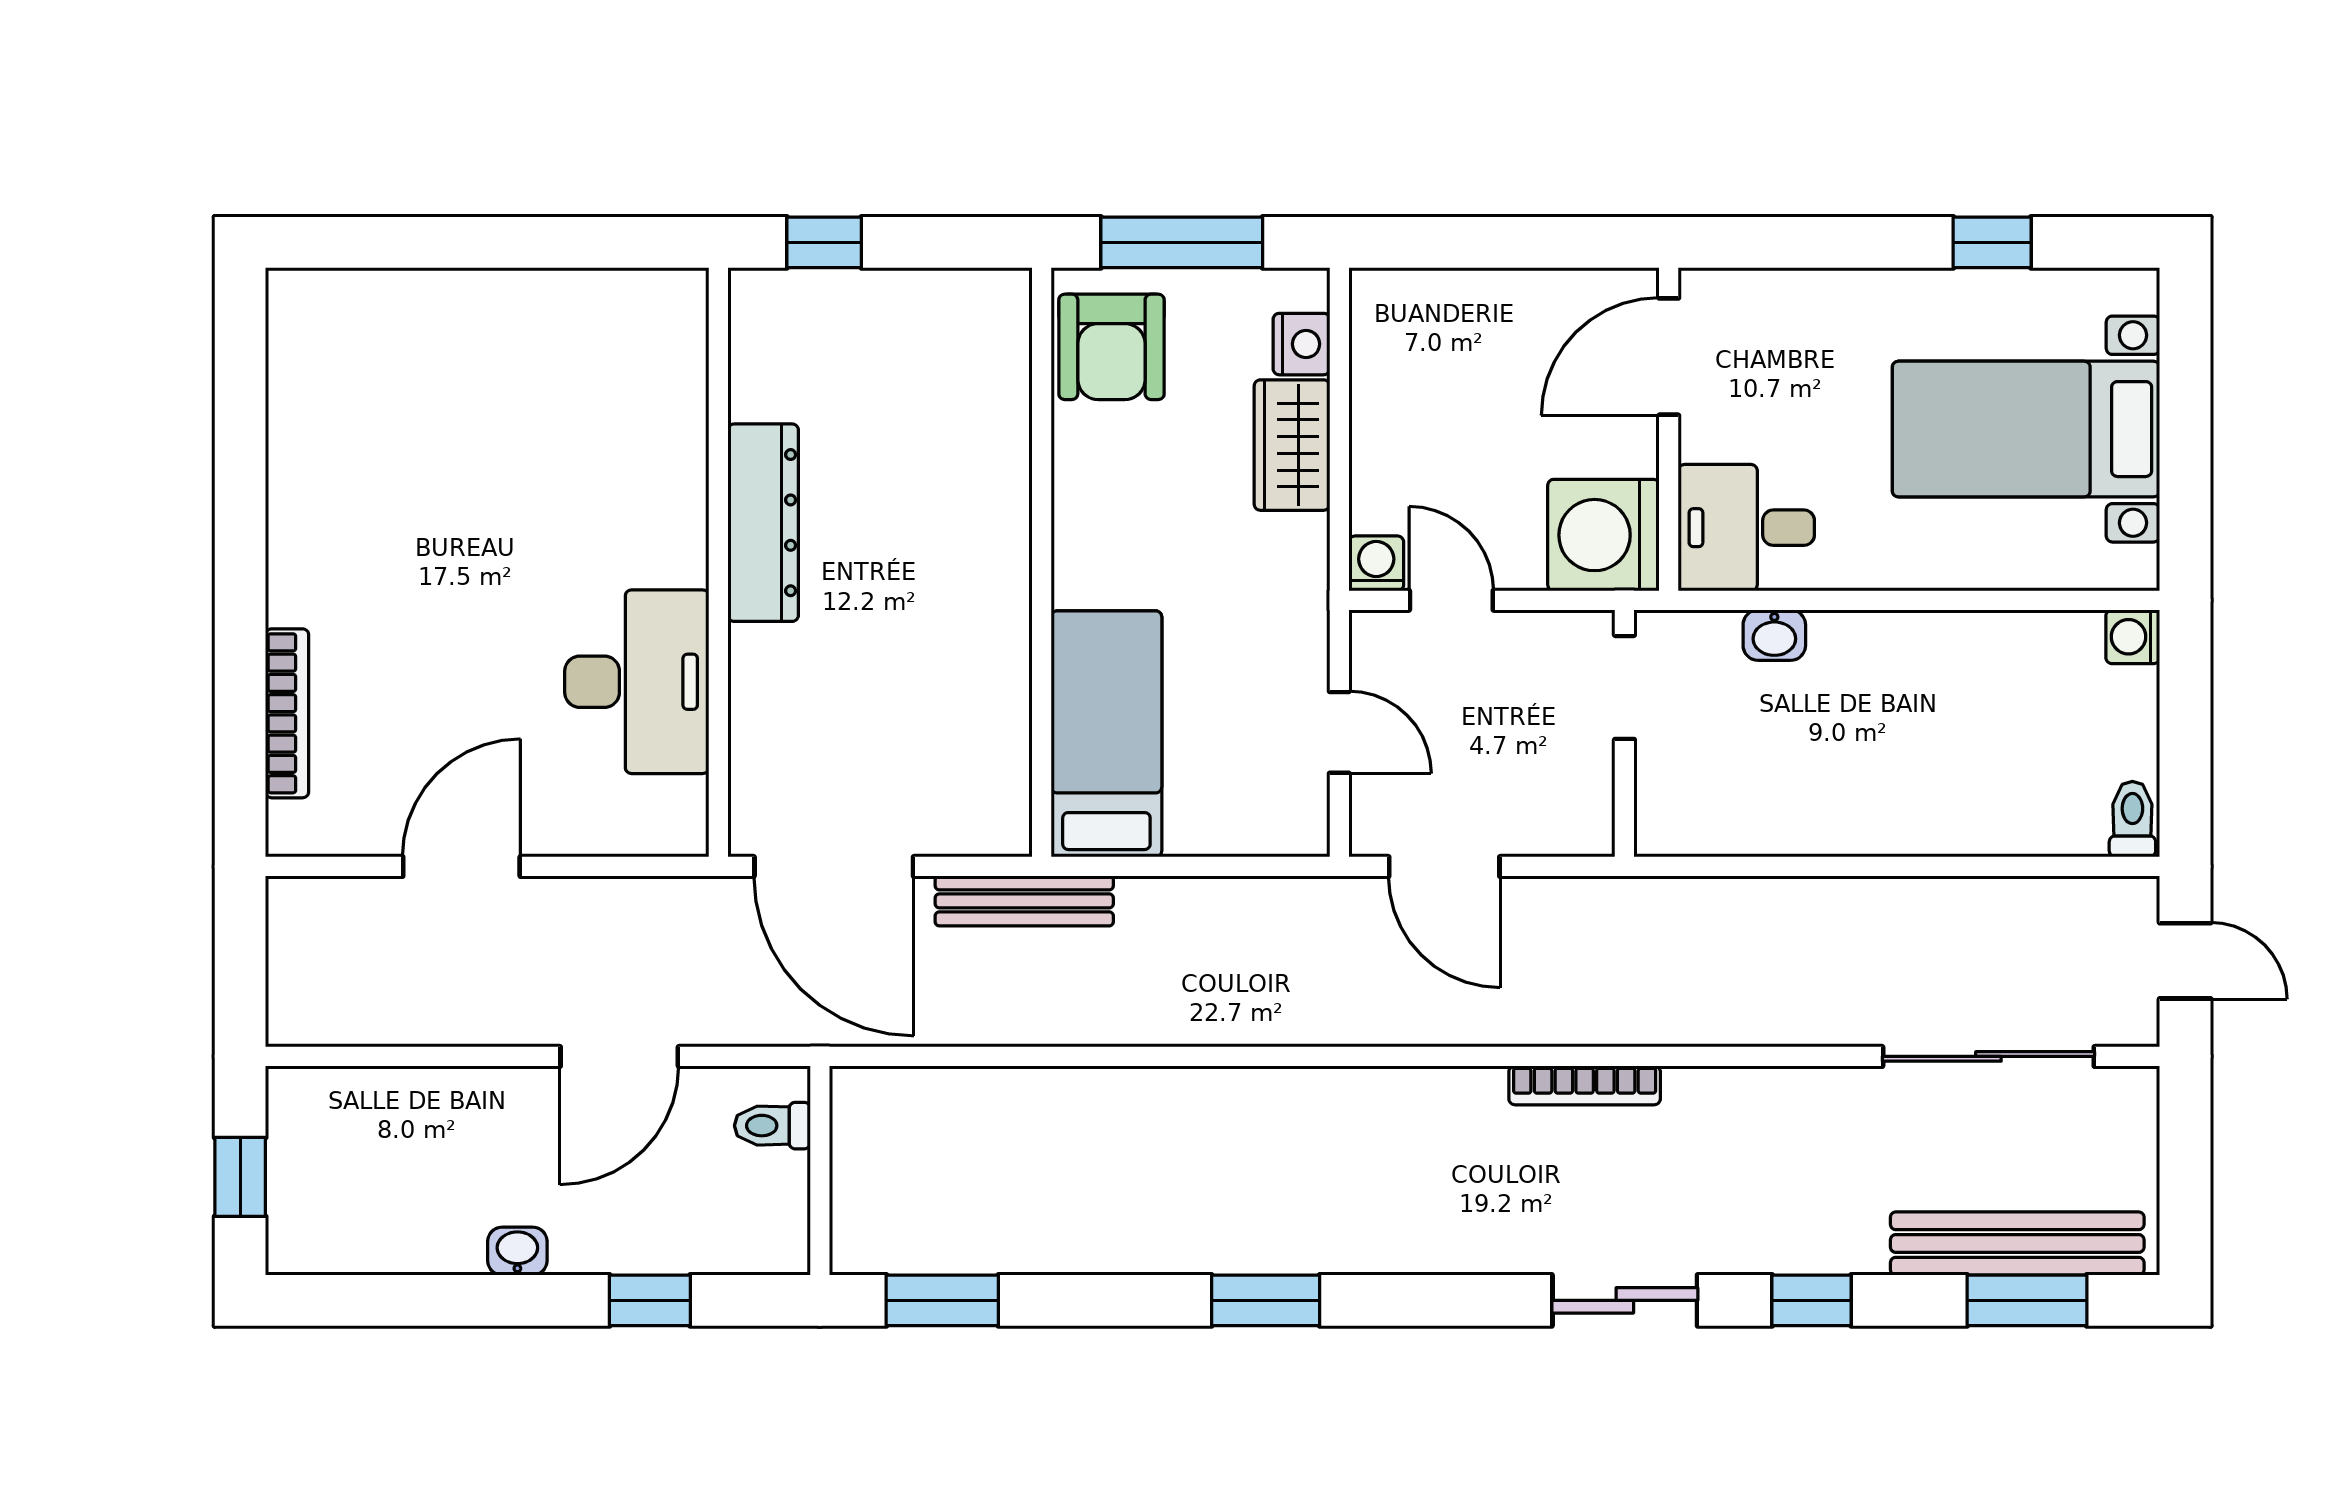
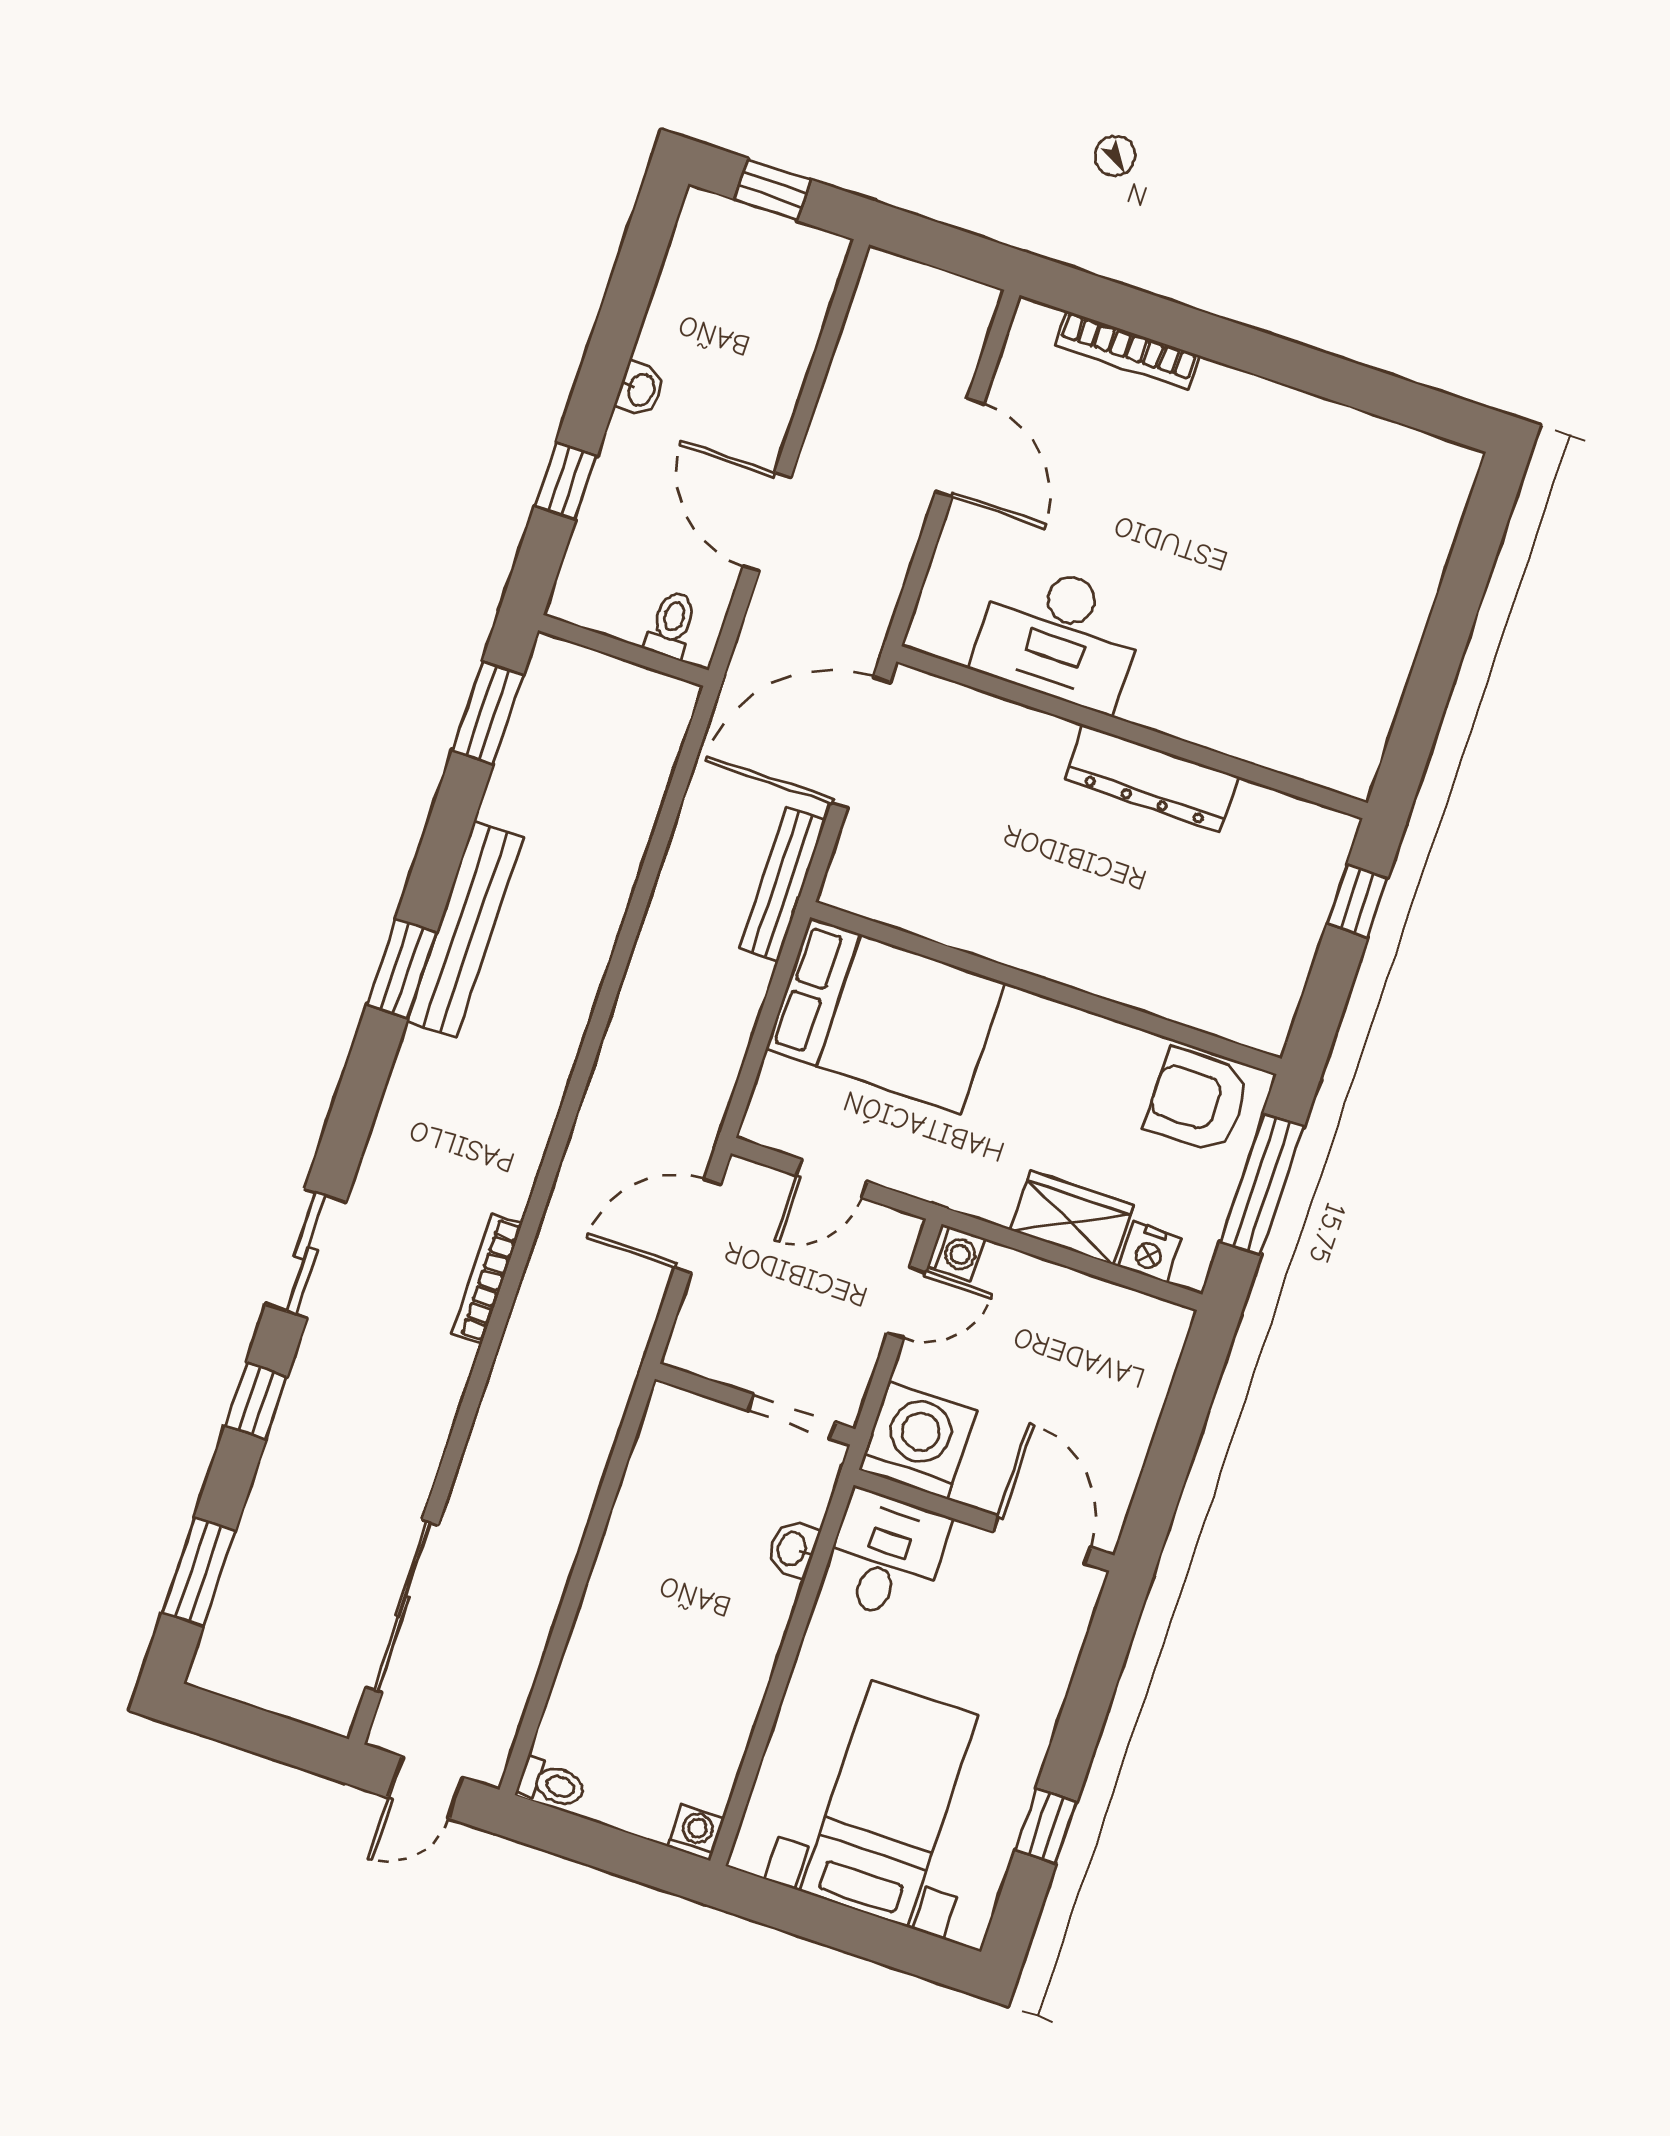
bed: (1106, 734) -> (885, 1016), width x1.50
bench: (2017, 1243) -> (465, 929), moved

